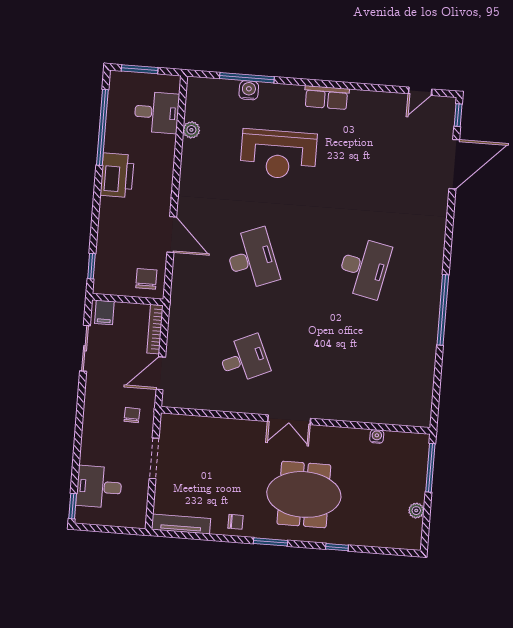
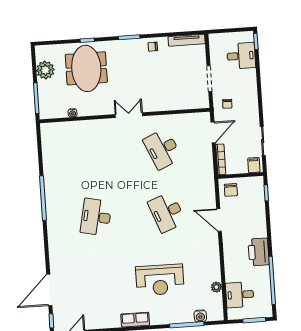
water cooler: (249, 90) -> (200, 316), moved
reception desk: (278, 154) -> (160, 280), turned 180
desk: (244, 359) -> (162, 149), width x1.37
meeting table: (304, 494) -> (86, 68), moved, turned 90
plant: (416, 511) -> (45, 70), width x1.88, depth x1.88

